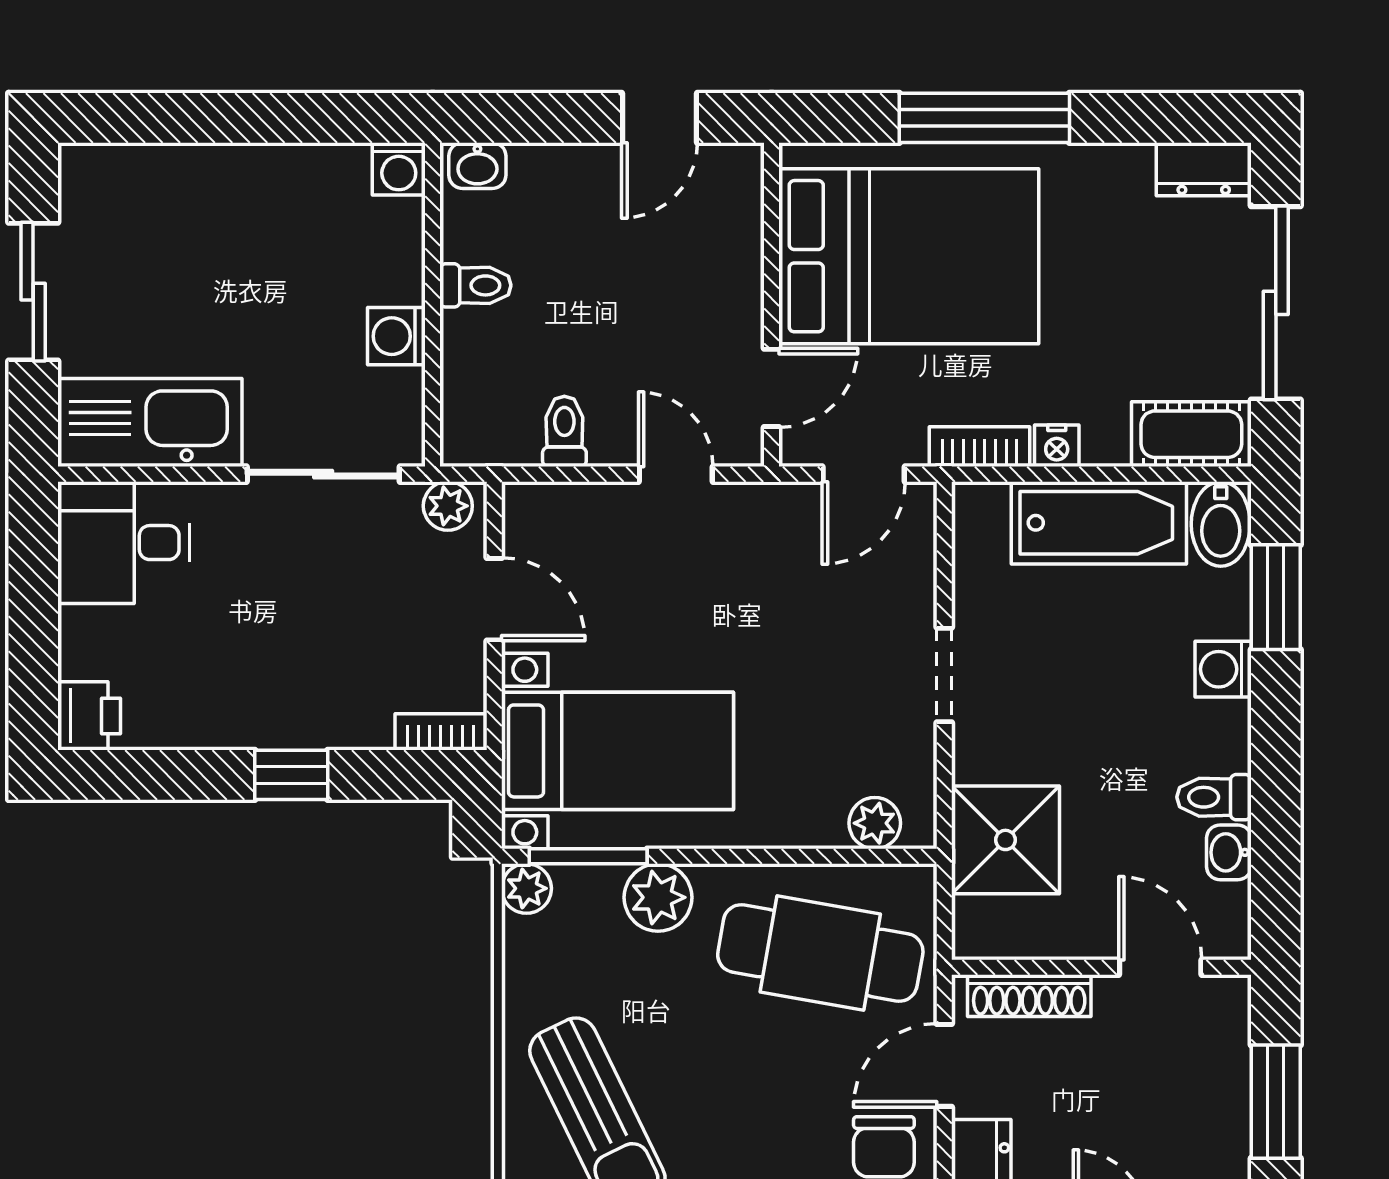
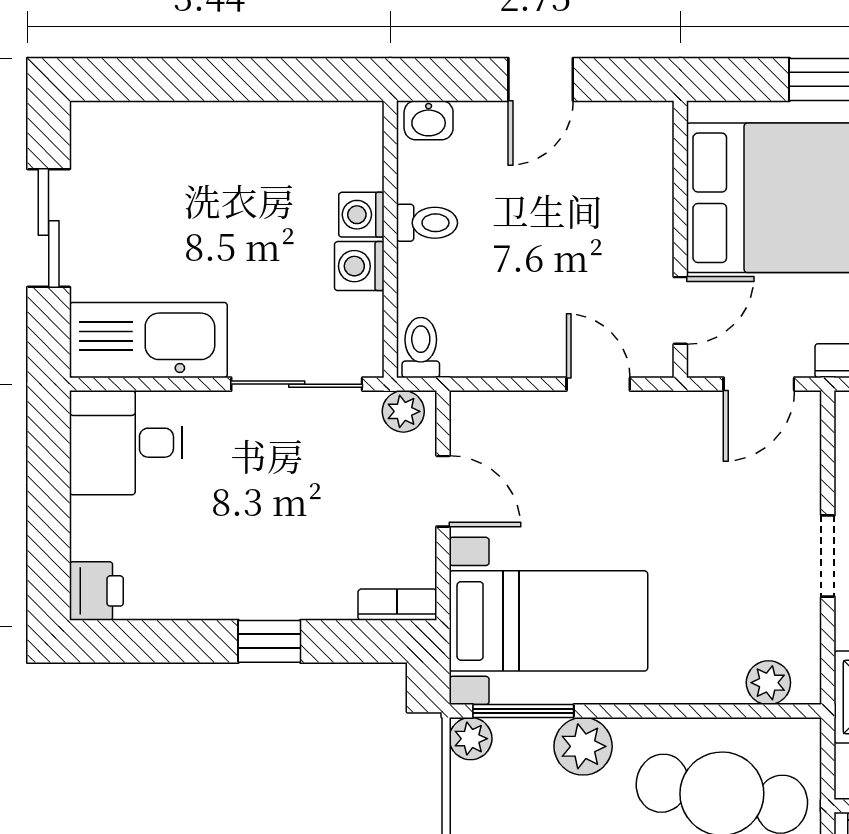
door: (659, 118) -> (541, 79), moved
washing machine: (399, 169) -> (361, 215), moved, turned 90
toilet: (564, 431) -> (421, 348), moved

